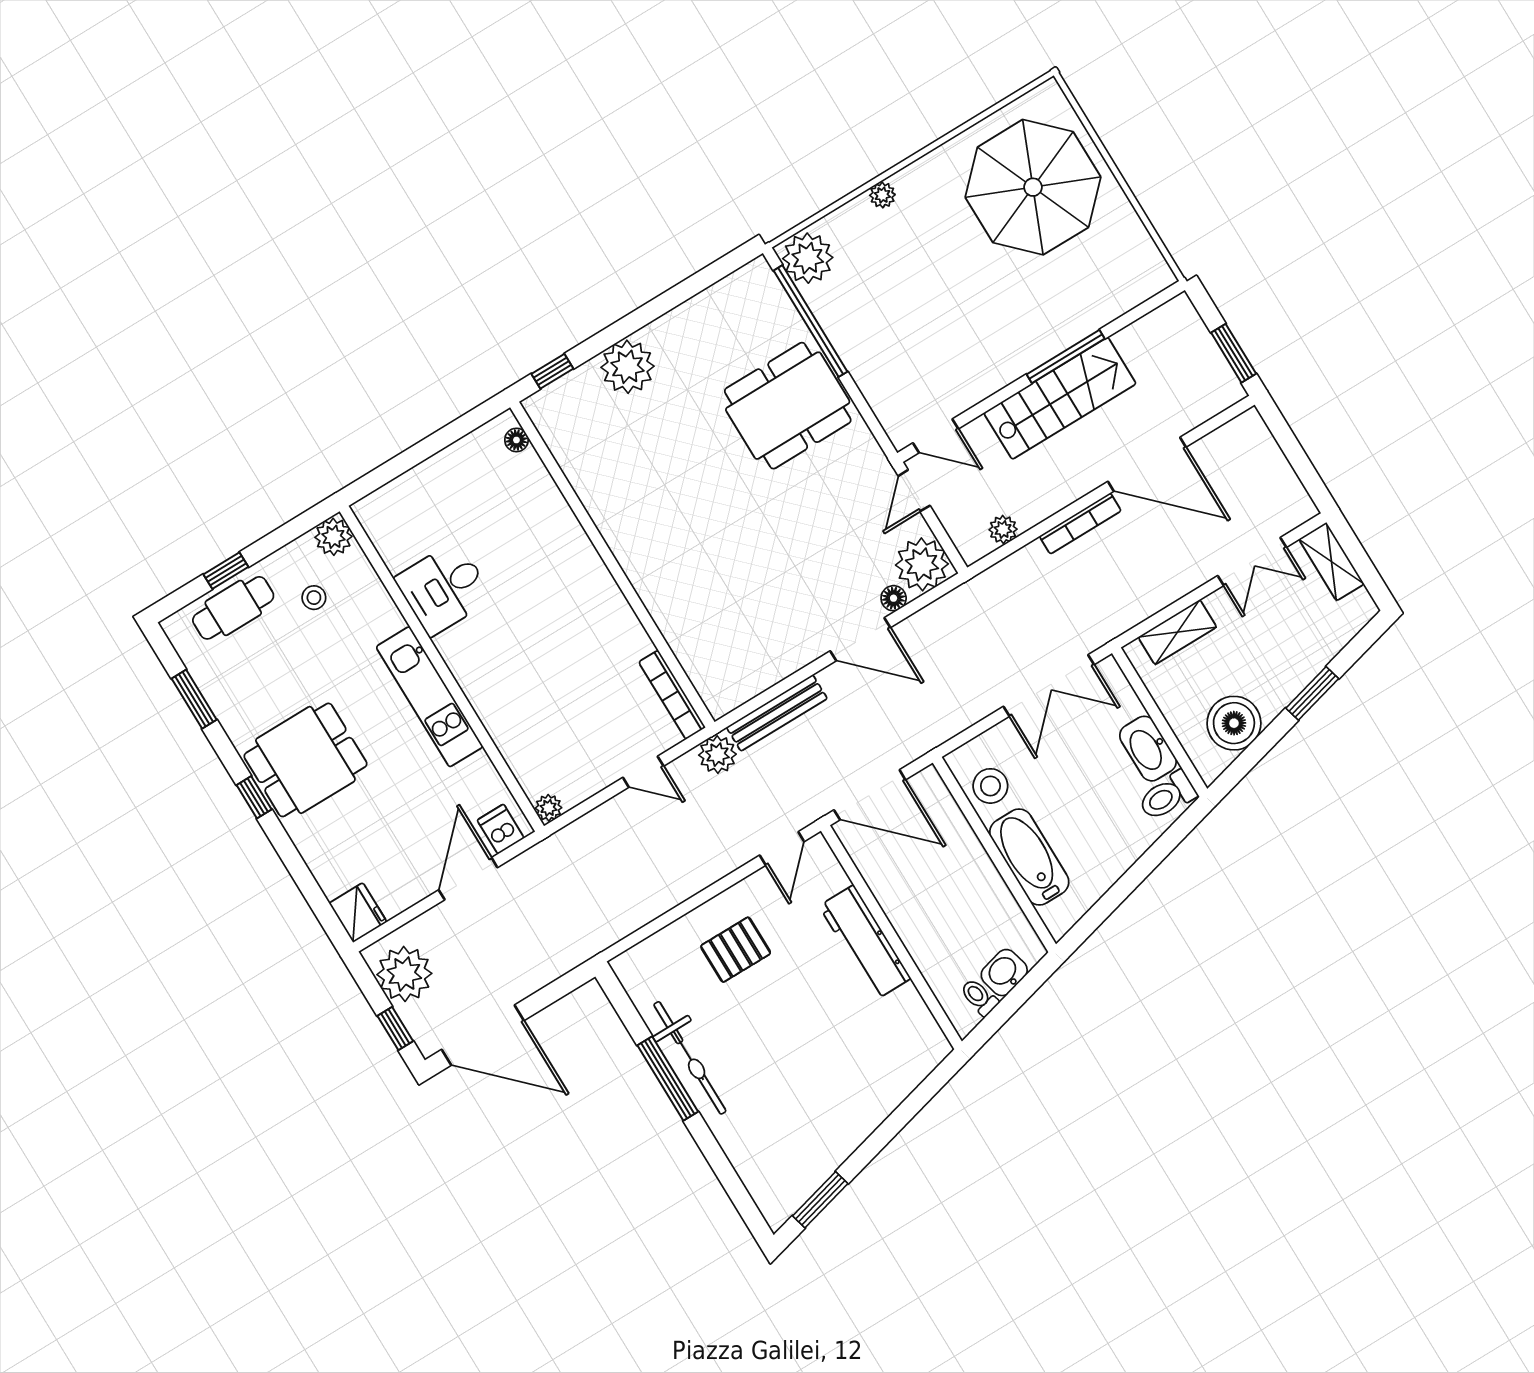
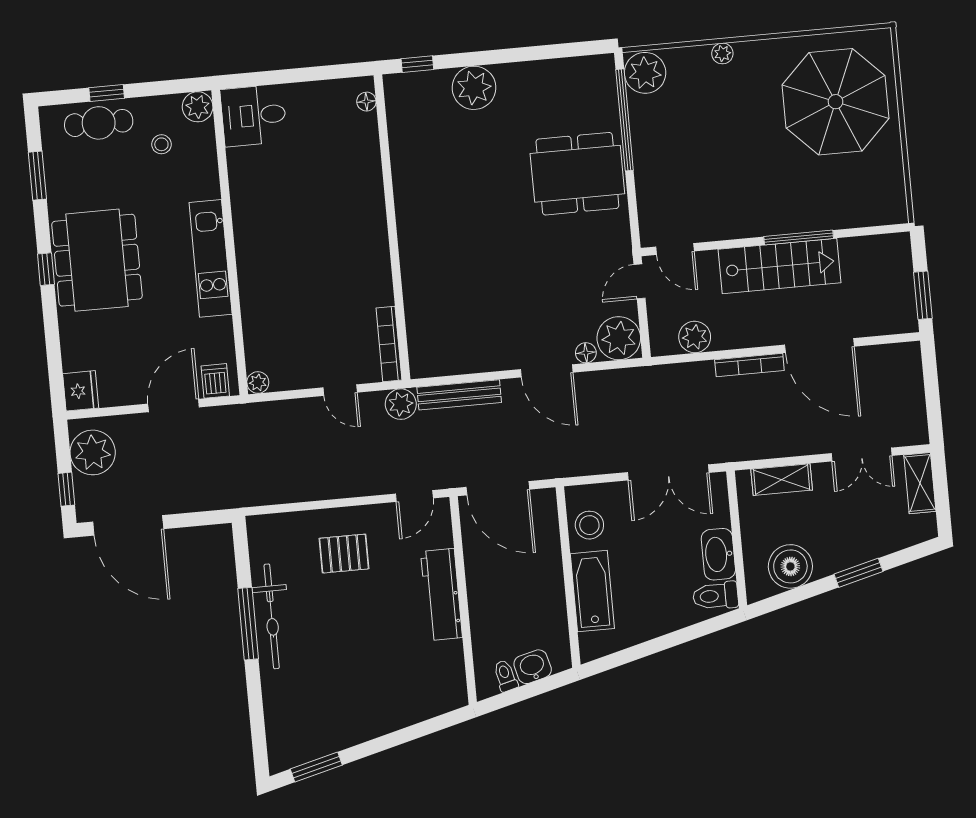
plant: (1003, 529) -> (695, 337), width x1.38, depth x1.38
desk: (444, 588) -> (254, 116), moved
dining table: (305, 760) -> (97, 260), width x1.38

